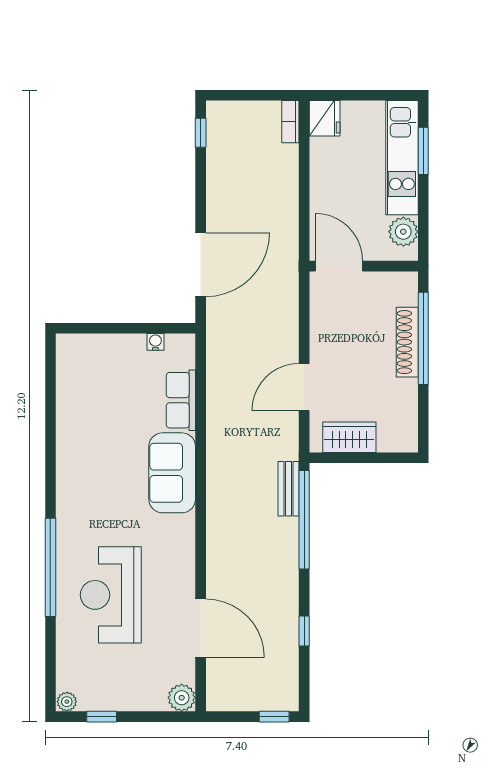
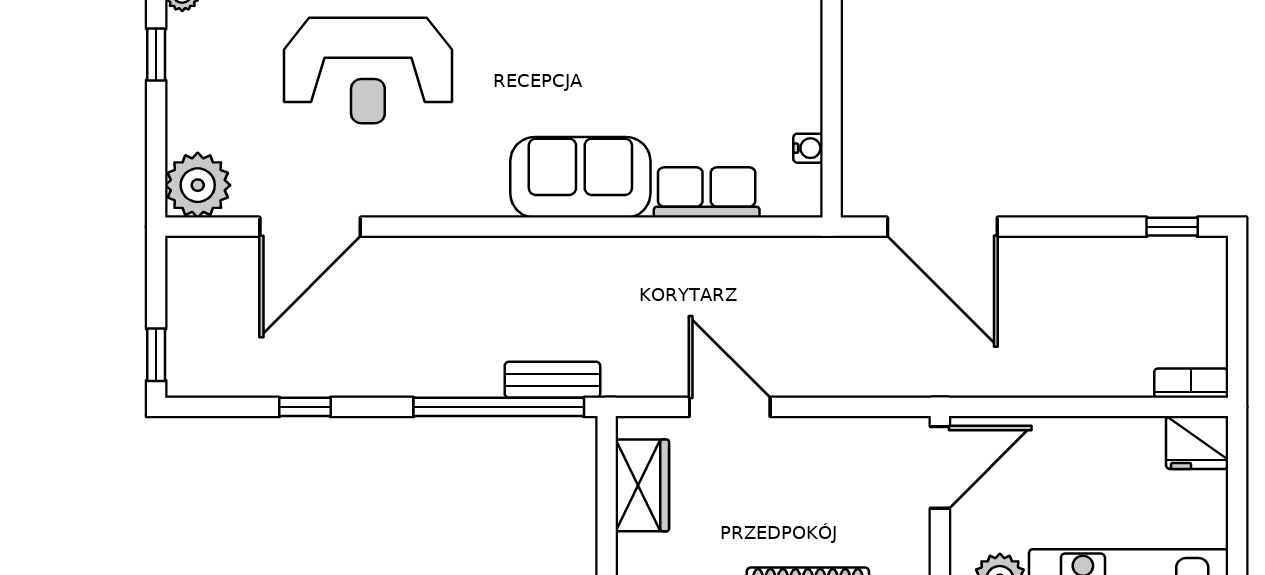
reception desk: (111, 595) -> (368, 70), turned 180
plant: (182, 698) -> (198, 185), width x1.36, depth x1.36

